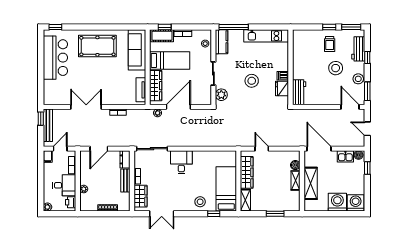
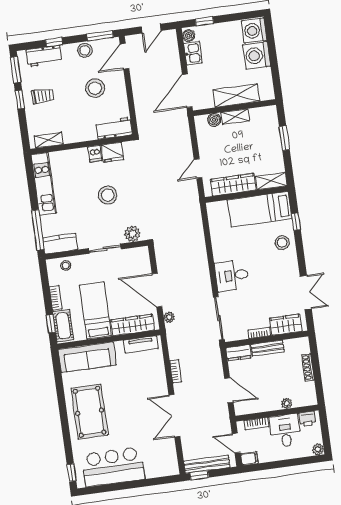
shelving: (297, 44) -> (49, 140), added
stool: (336, 68) -> (95, 88), moved

